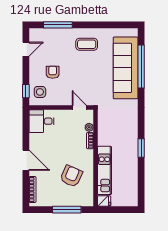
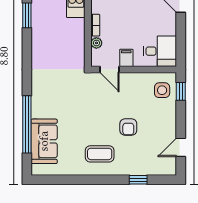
window: (58, 25) -> (138, 180), width x0.46
sofa: (126, 68) -> (44, 141), width x0.54, depth x0.79
armchair: (53, 72) -> (128, 127), moved
filing cabinet: (67, 116) -> (126, 58), added

